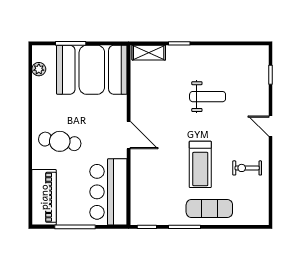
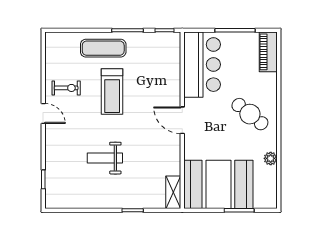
shelving: (149, 53) -> (173, 192), moved, turned 90
plant: (39, 69) -> (271, 158), moved
door: (270, 126) -> (43, 113), moved
cafe table: (60, 141) -> (250, 114), turned 30
treadmill: (200, 164) -> (112, 92), turned 180
piano: (44, 197) -> (268, 52), width x0.73, depth x0.75

